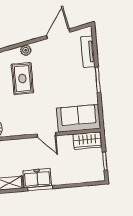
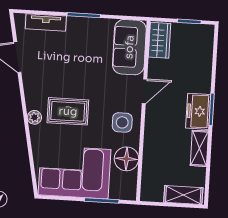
plant: (26, 50) -> (34, 117), moved
side table: (20, 121) -> (122, 122), added

